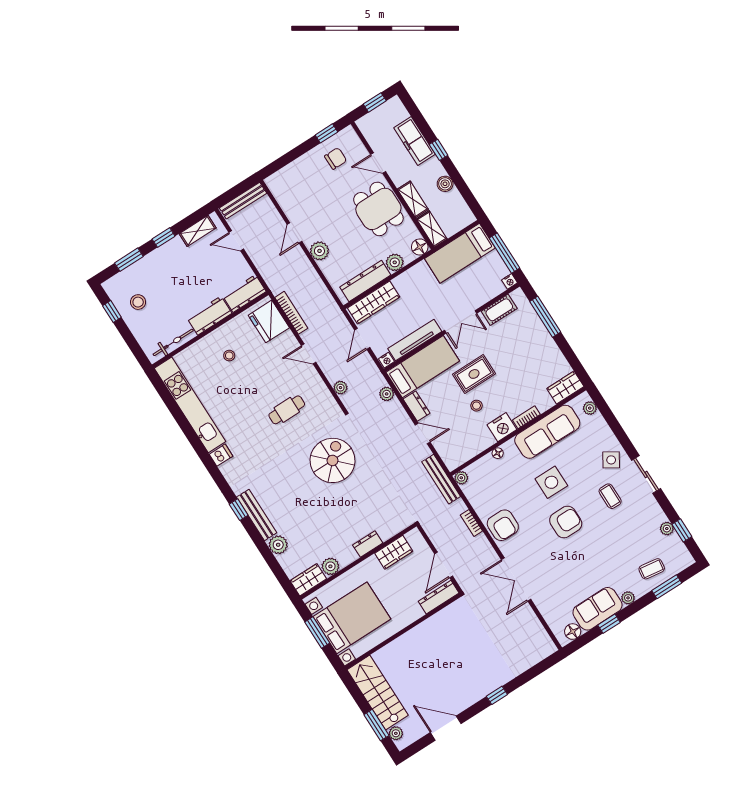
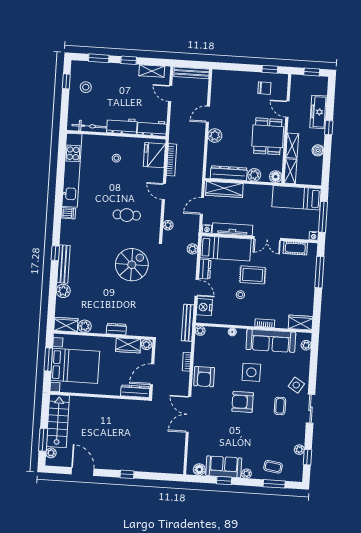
nightstand: (502, 427) -> (204, 307), moved, turned 90
armchair: (566, 522) -> (243, 402), turned 180
plant: (413, 537) -> (146, 345), added

